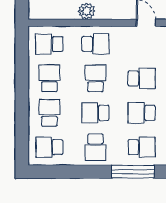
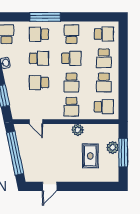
school desk: (95, 44) -> (71, 107), turned -90

